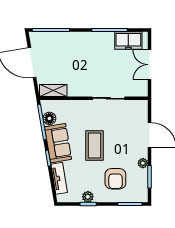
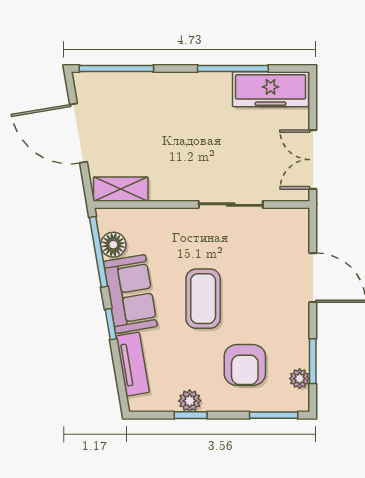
freezer: (128, 40) -> (271, 89), width x1.40
double door: (149, 65) -> (313, 160), moved
plant: (143, 163) -> (300, 379), moved

